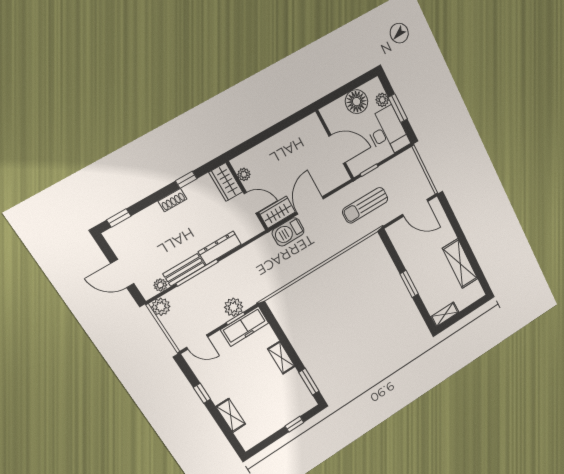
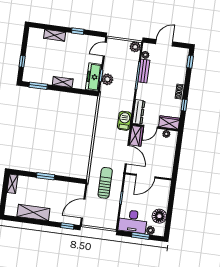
wall: (335, 145) -> (148, 176), moved
door: (337, 149) -> (146, 176), moved
window: (448, 211) -> (67, 226), added
barbecue: (288, 232) -> (124, 121), moved
dresser: (220, 248) -> (139, 112), moved

